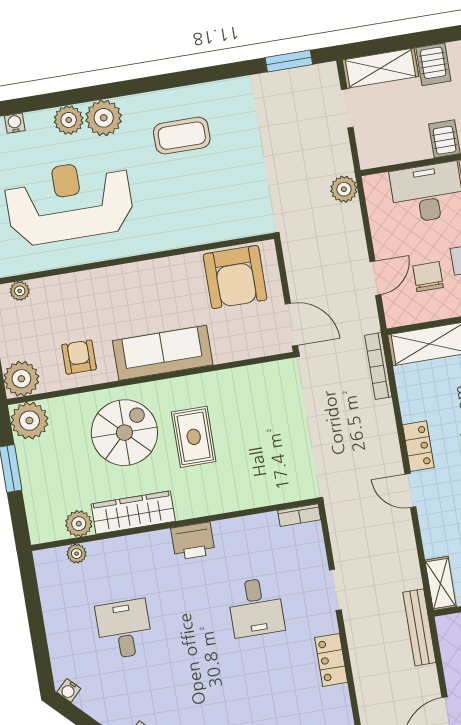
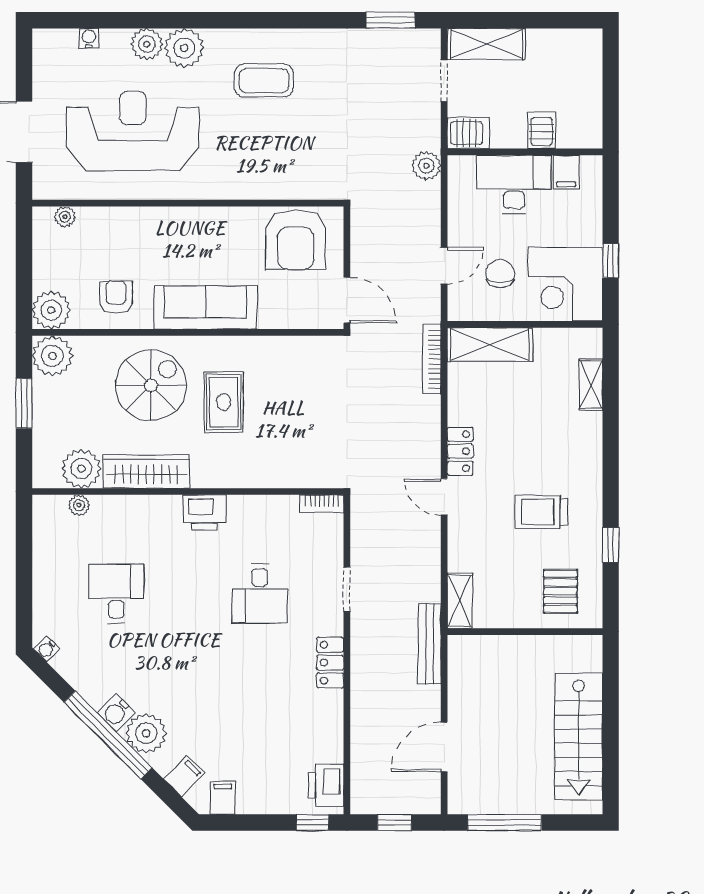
server rack: (433, 64) -> (468, 133), moved, turned -90
plant: (79, 524) -> (81, 469), width x1.36, depth x1.36

